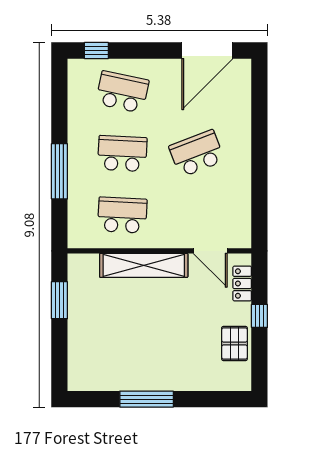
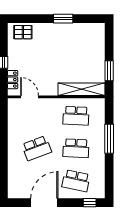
door: (207, 50) -> (44, 203), moved
shelving: (144, 265) -> (82, 89), moved
pallet: (234, 343) -> (23, 32), moved, turned 90
window: (147, 399) -> (63, 19), width x0.69

